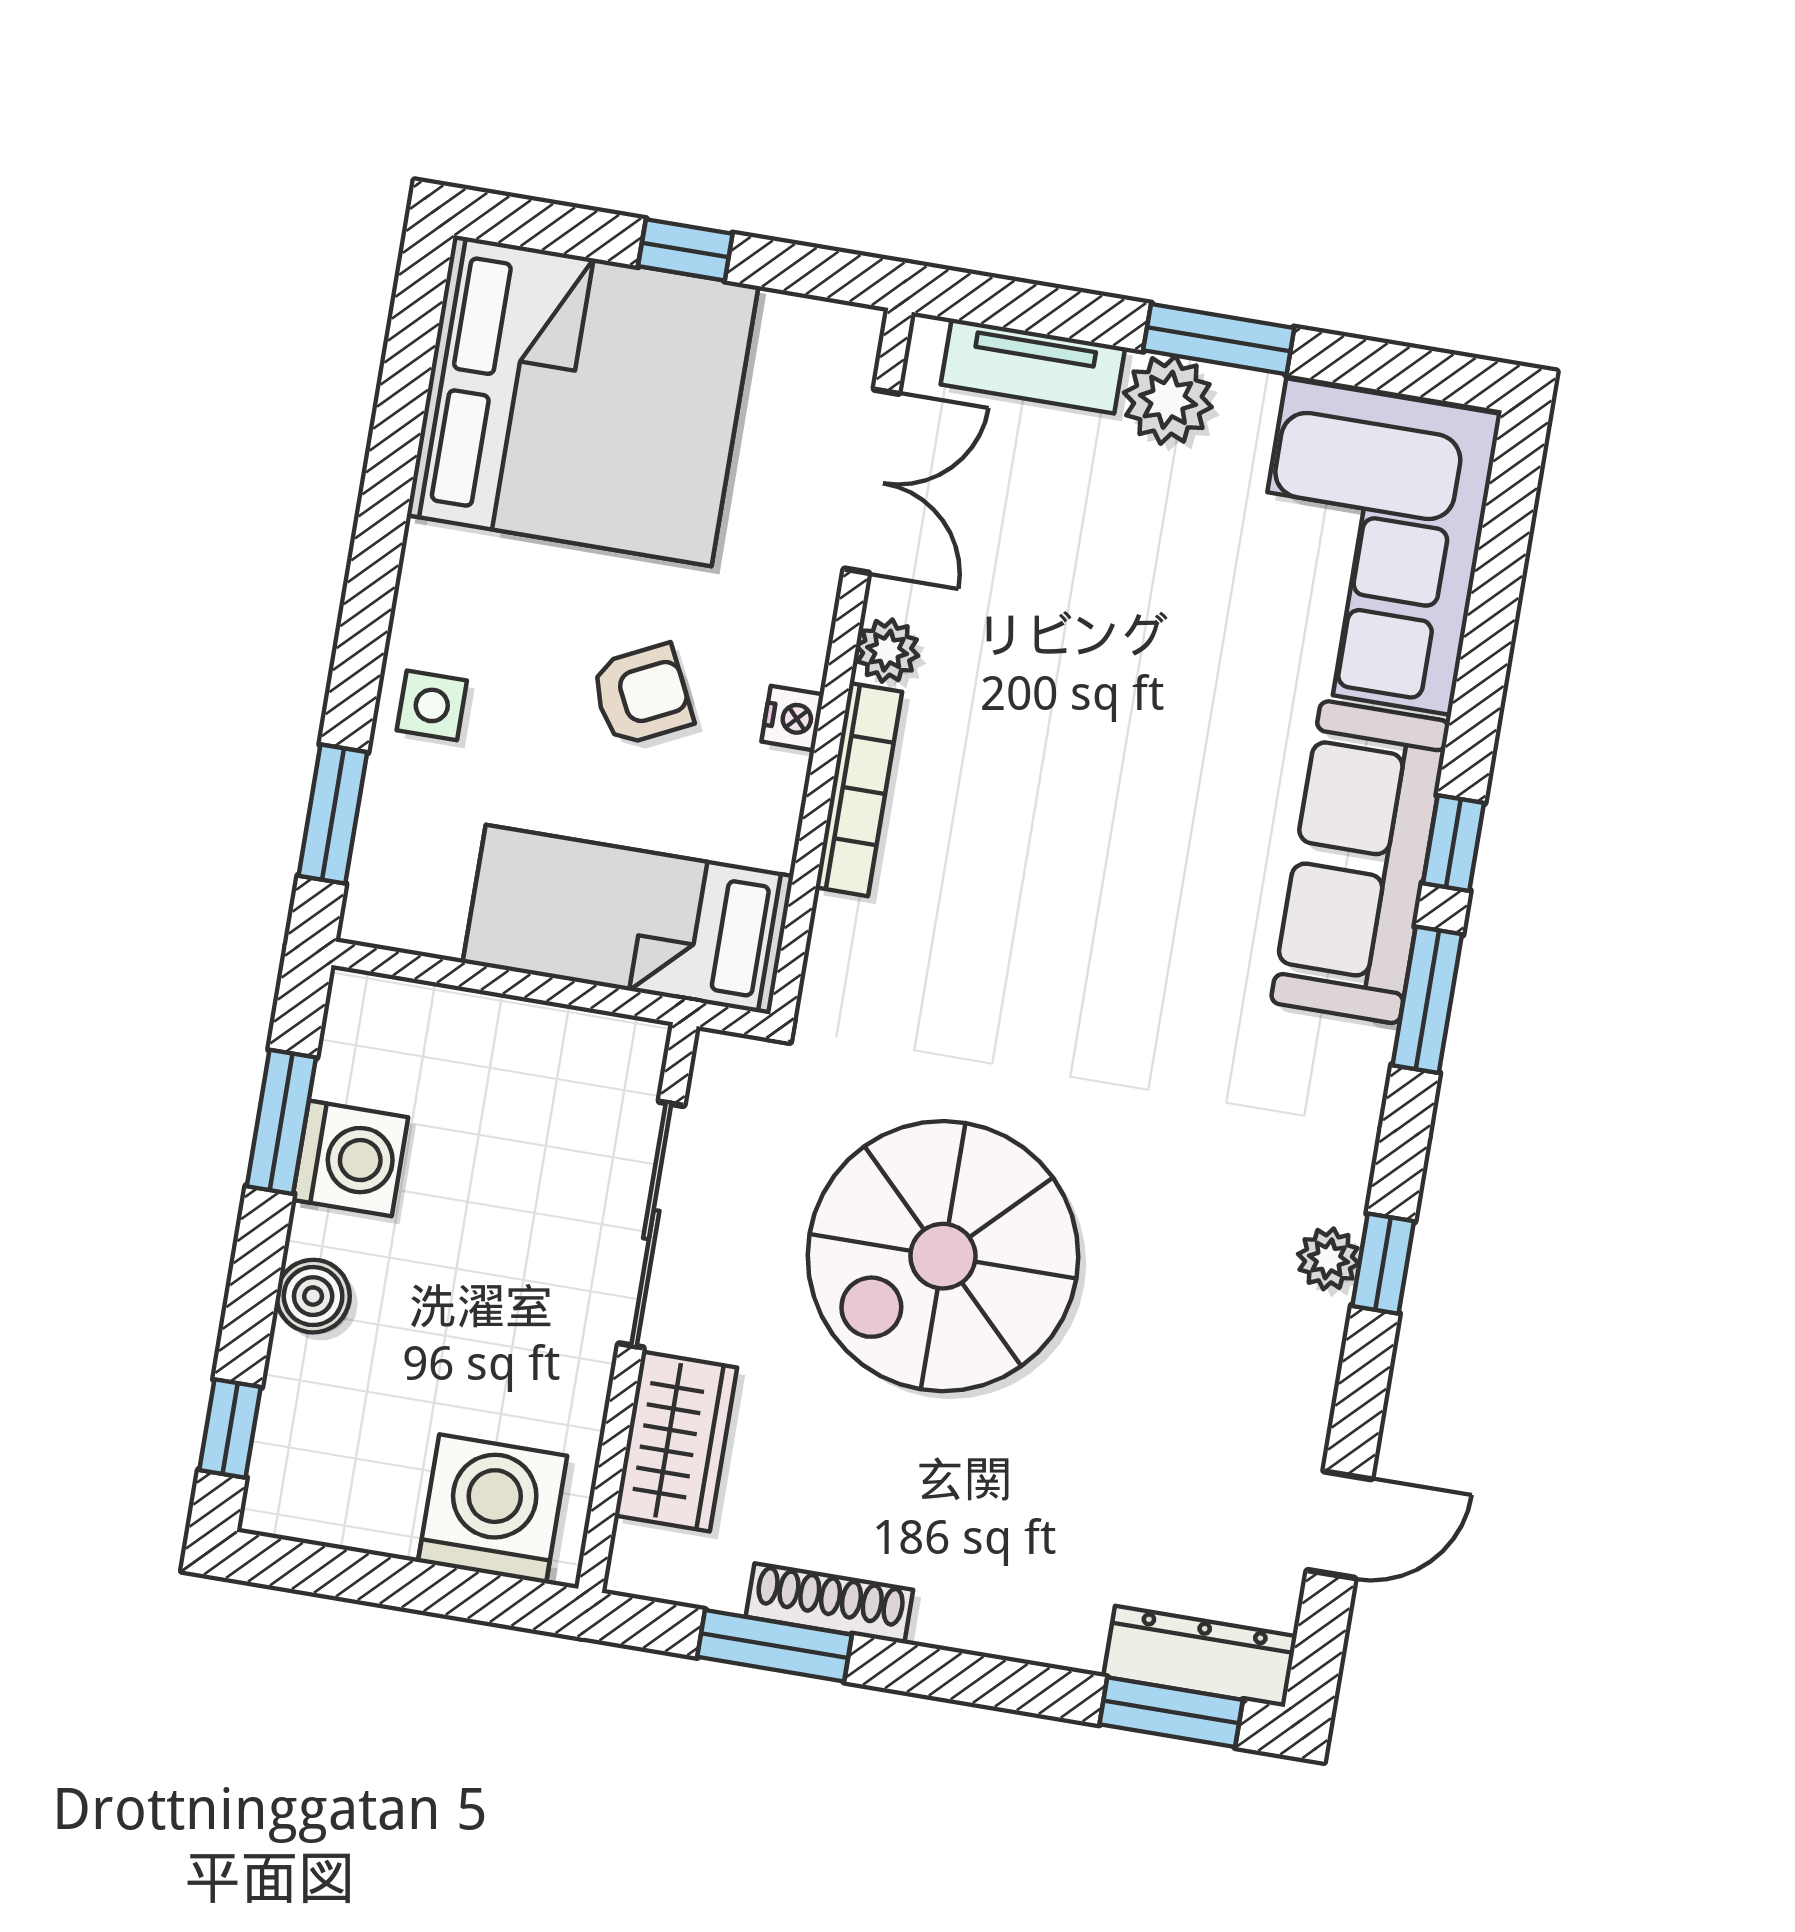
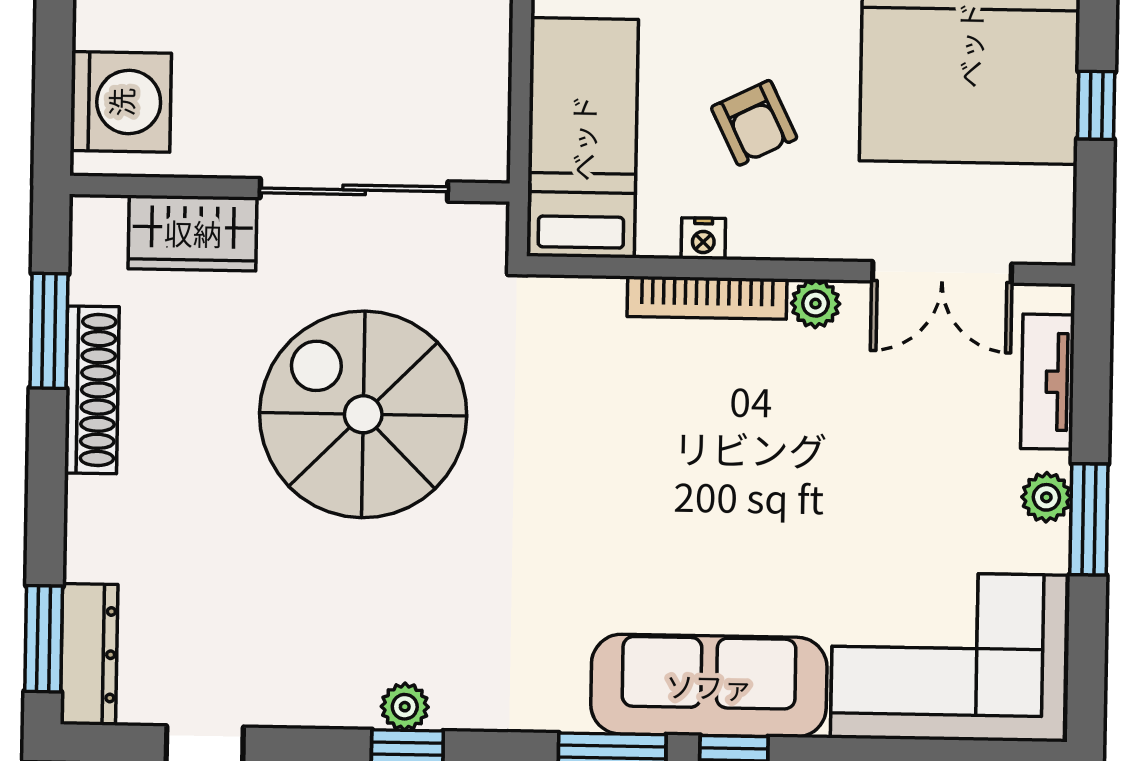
plant: (1168, 400) -> (1046, 497), width x0.73, depth x0.73
nightstand: (793, 718) -> (703, 239), moved
shoe rack: (829, 1603) -> (92, 390), width x1.36, depth x1.24

